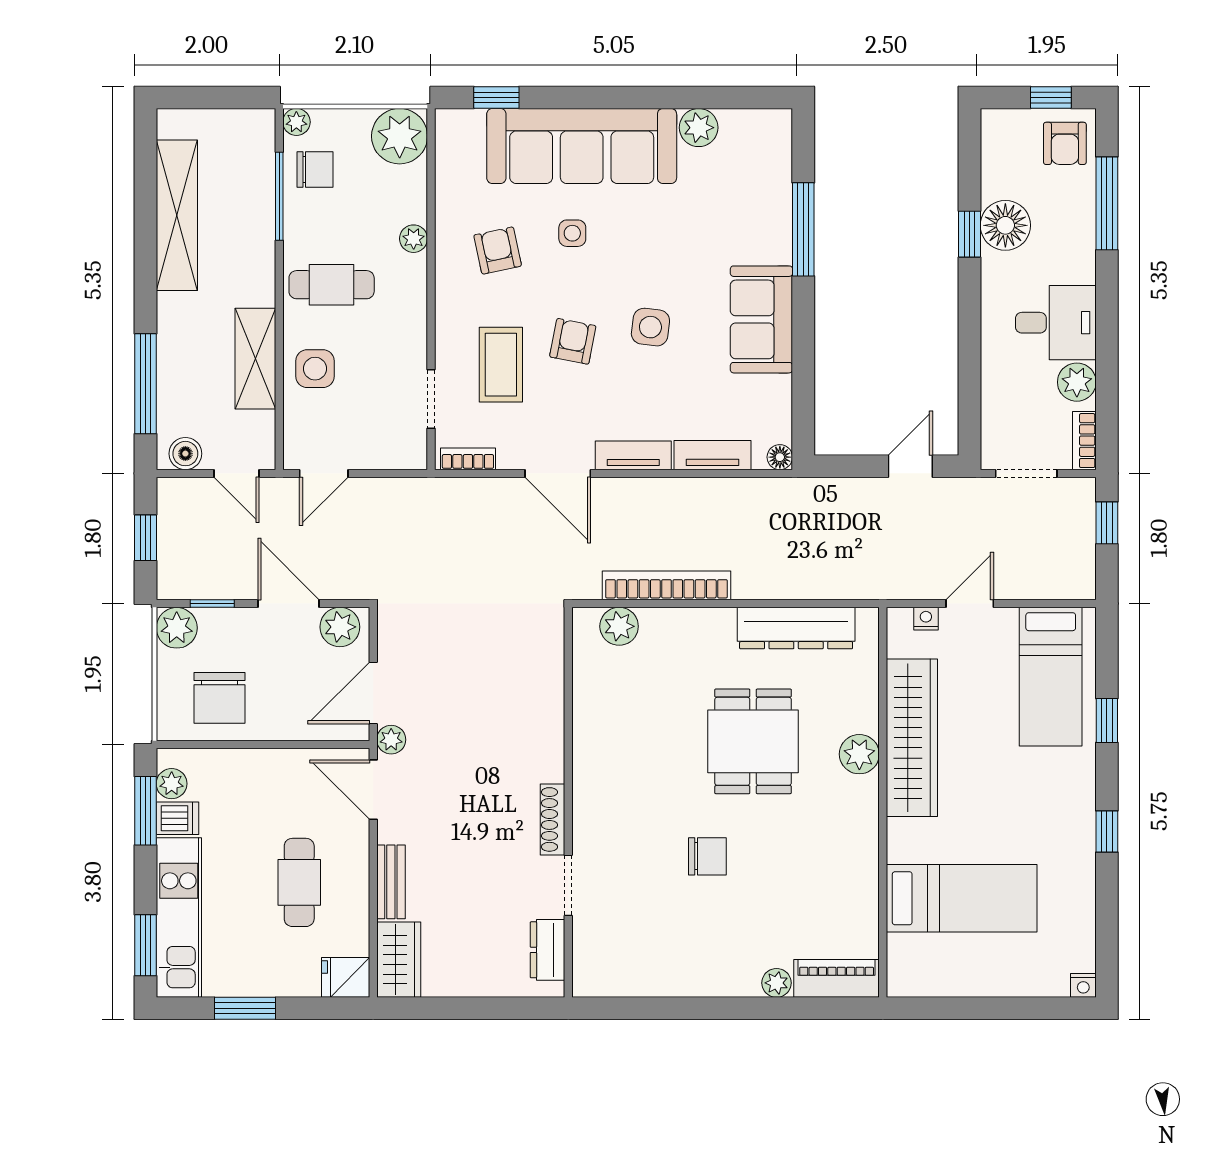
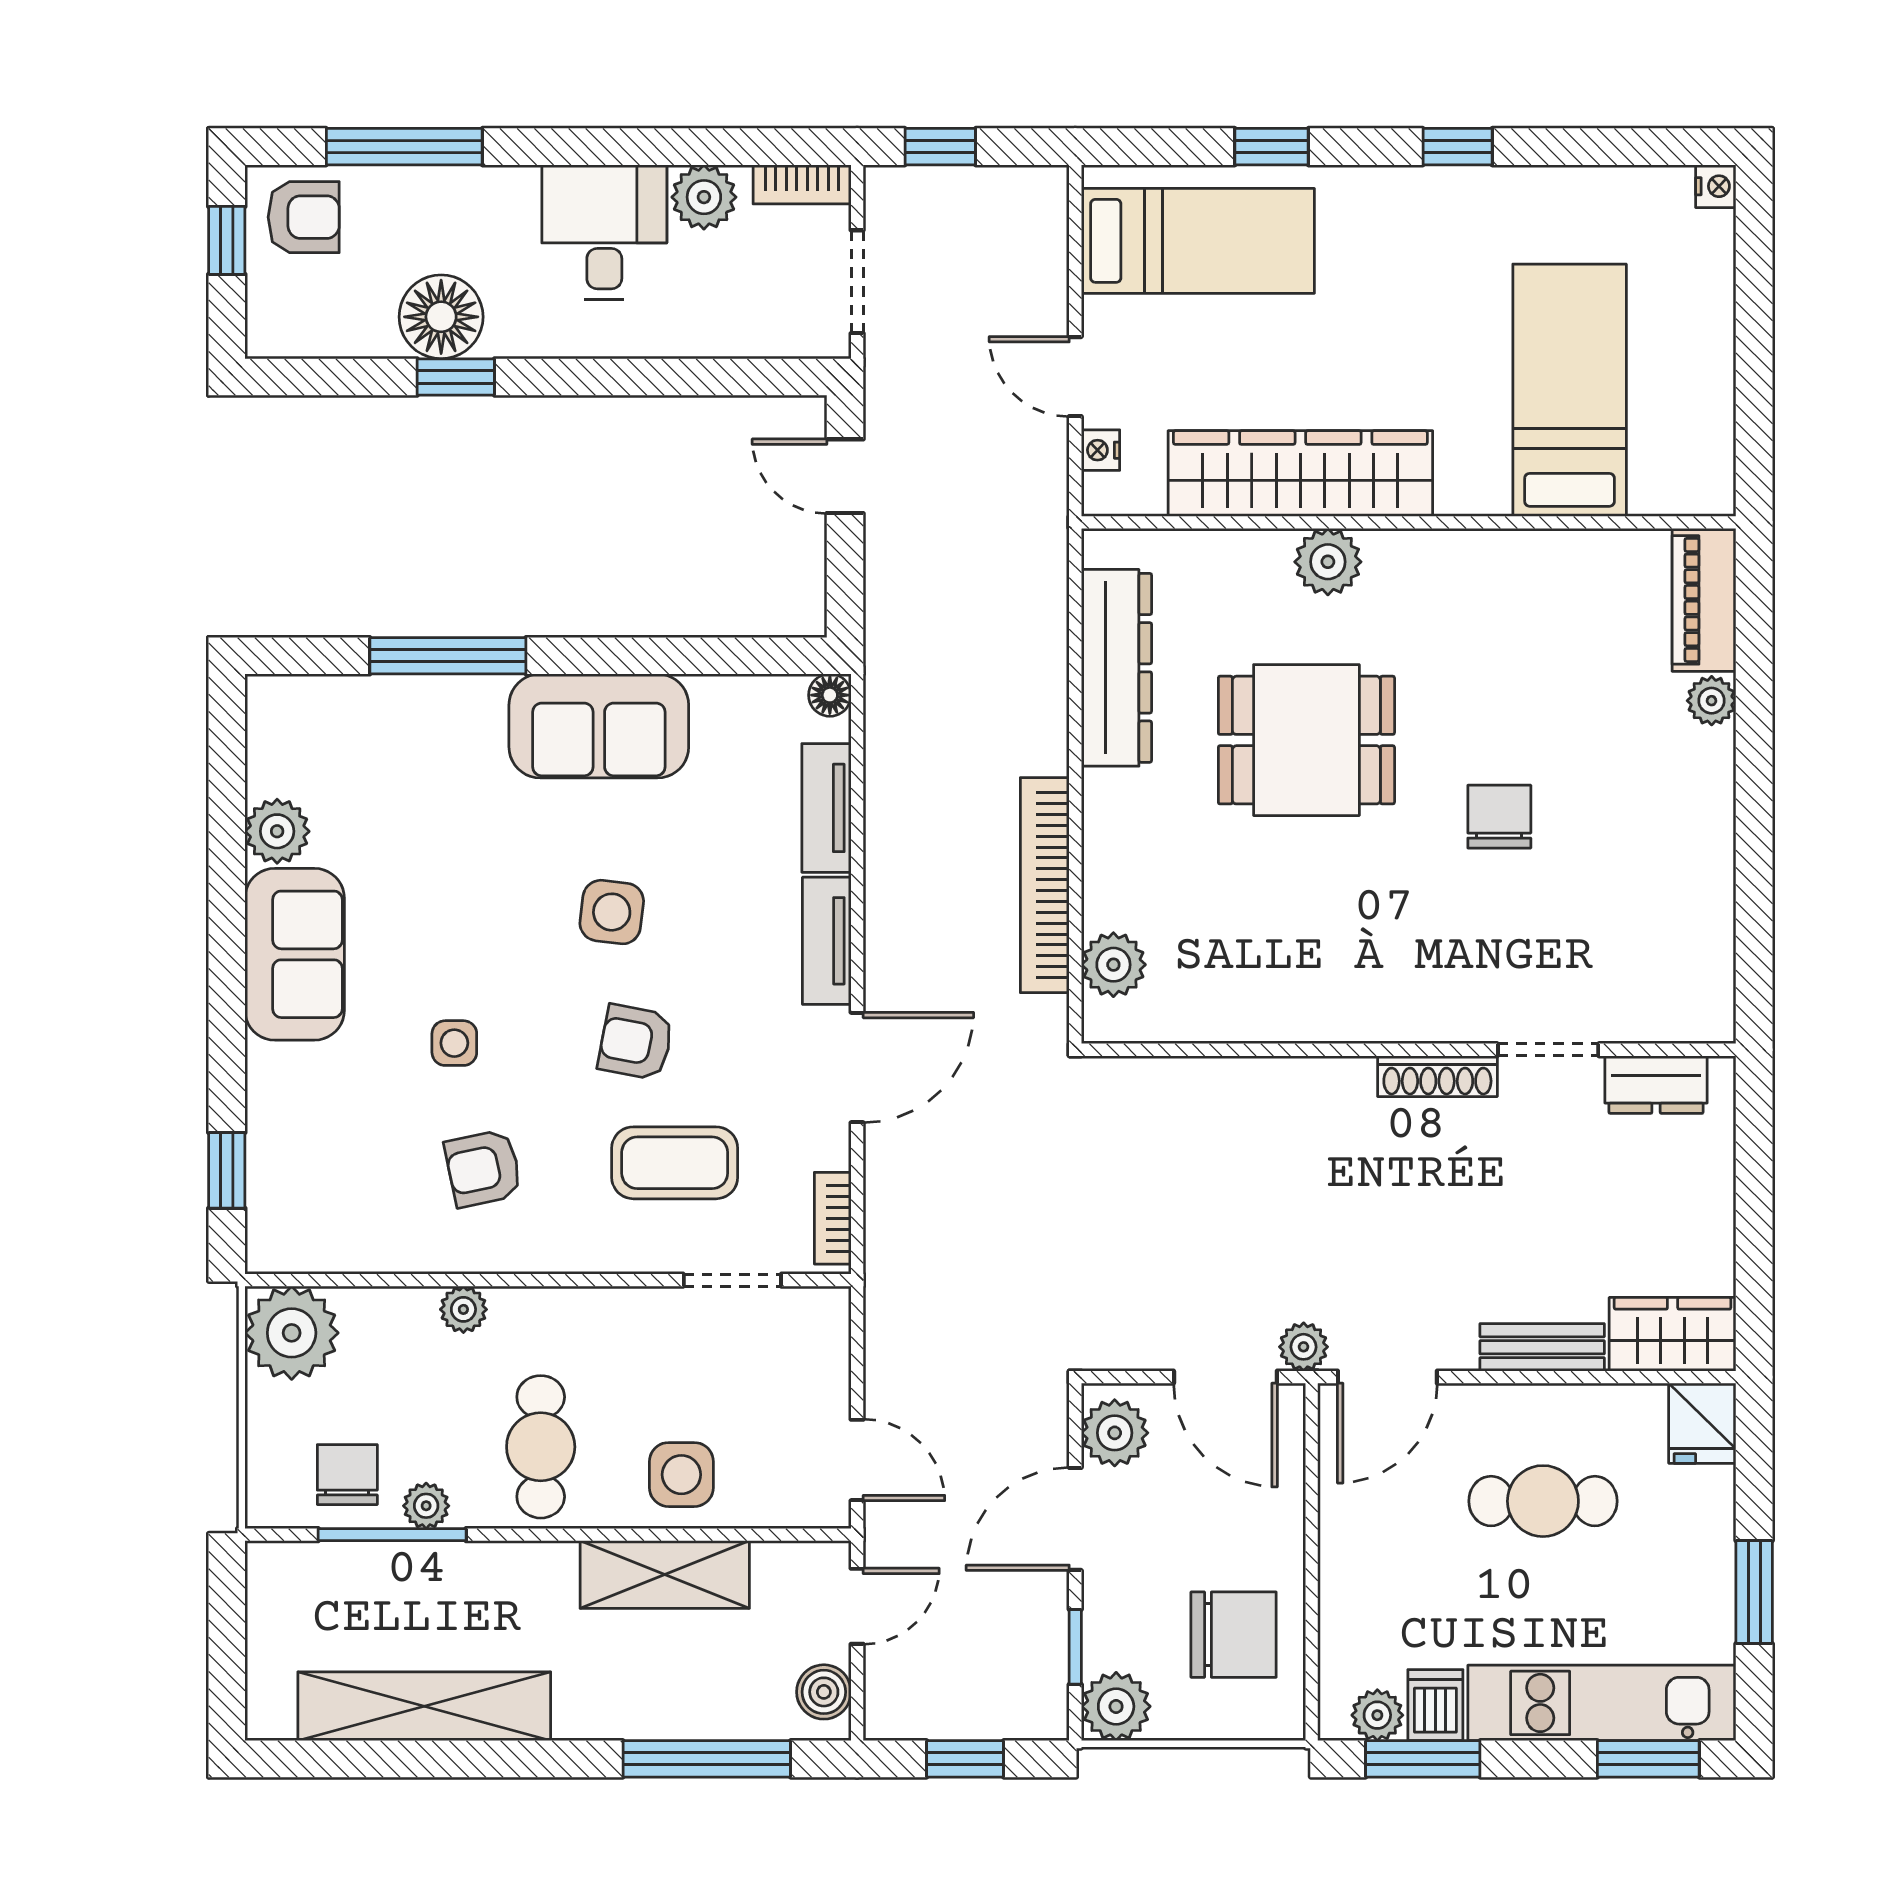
plant: (296, 122) -> (426, 1506), moved
sofa: (582, 146) -> (295, 954), width x0.54, depth x0.79

